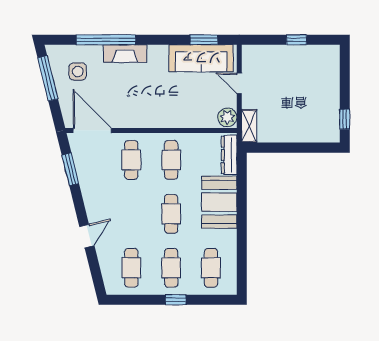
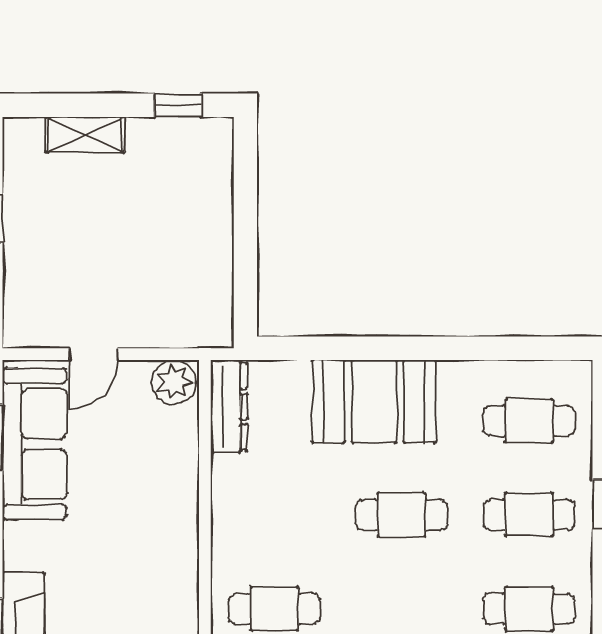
shelving: (249, 126) -> (85, 135), moved
dresser: (229, 155) -> (229, 406), moved, turned -90
cafe table: (171, 160) -> (274, 515), removed

